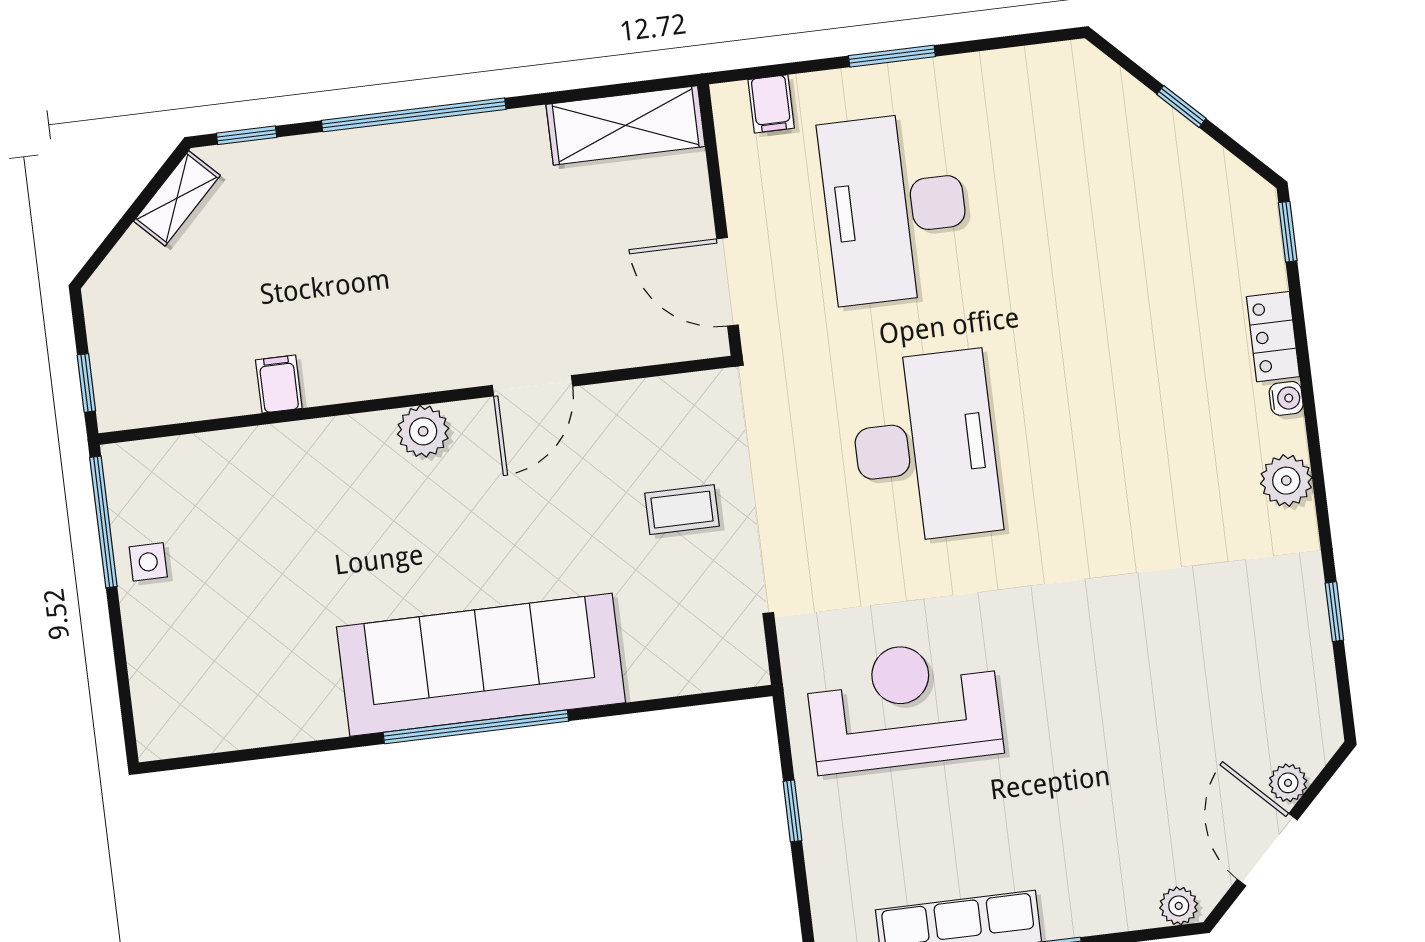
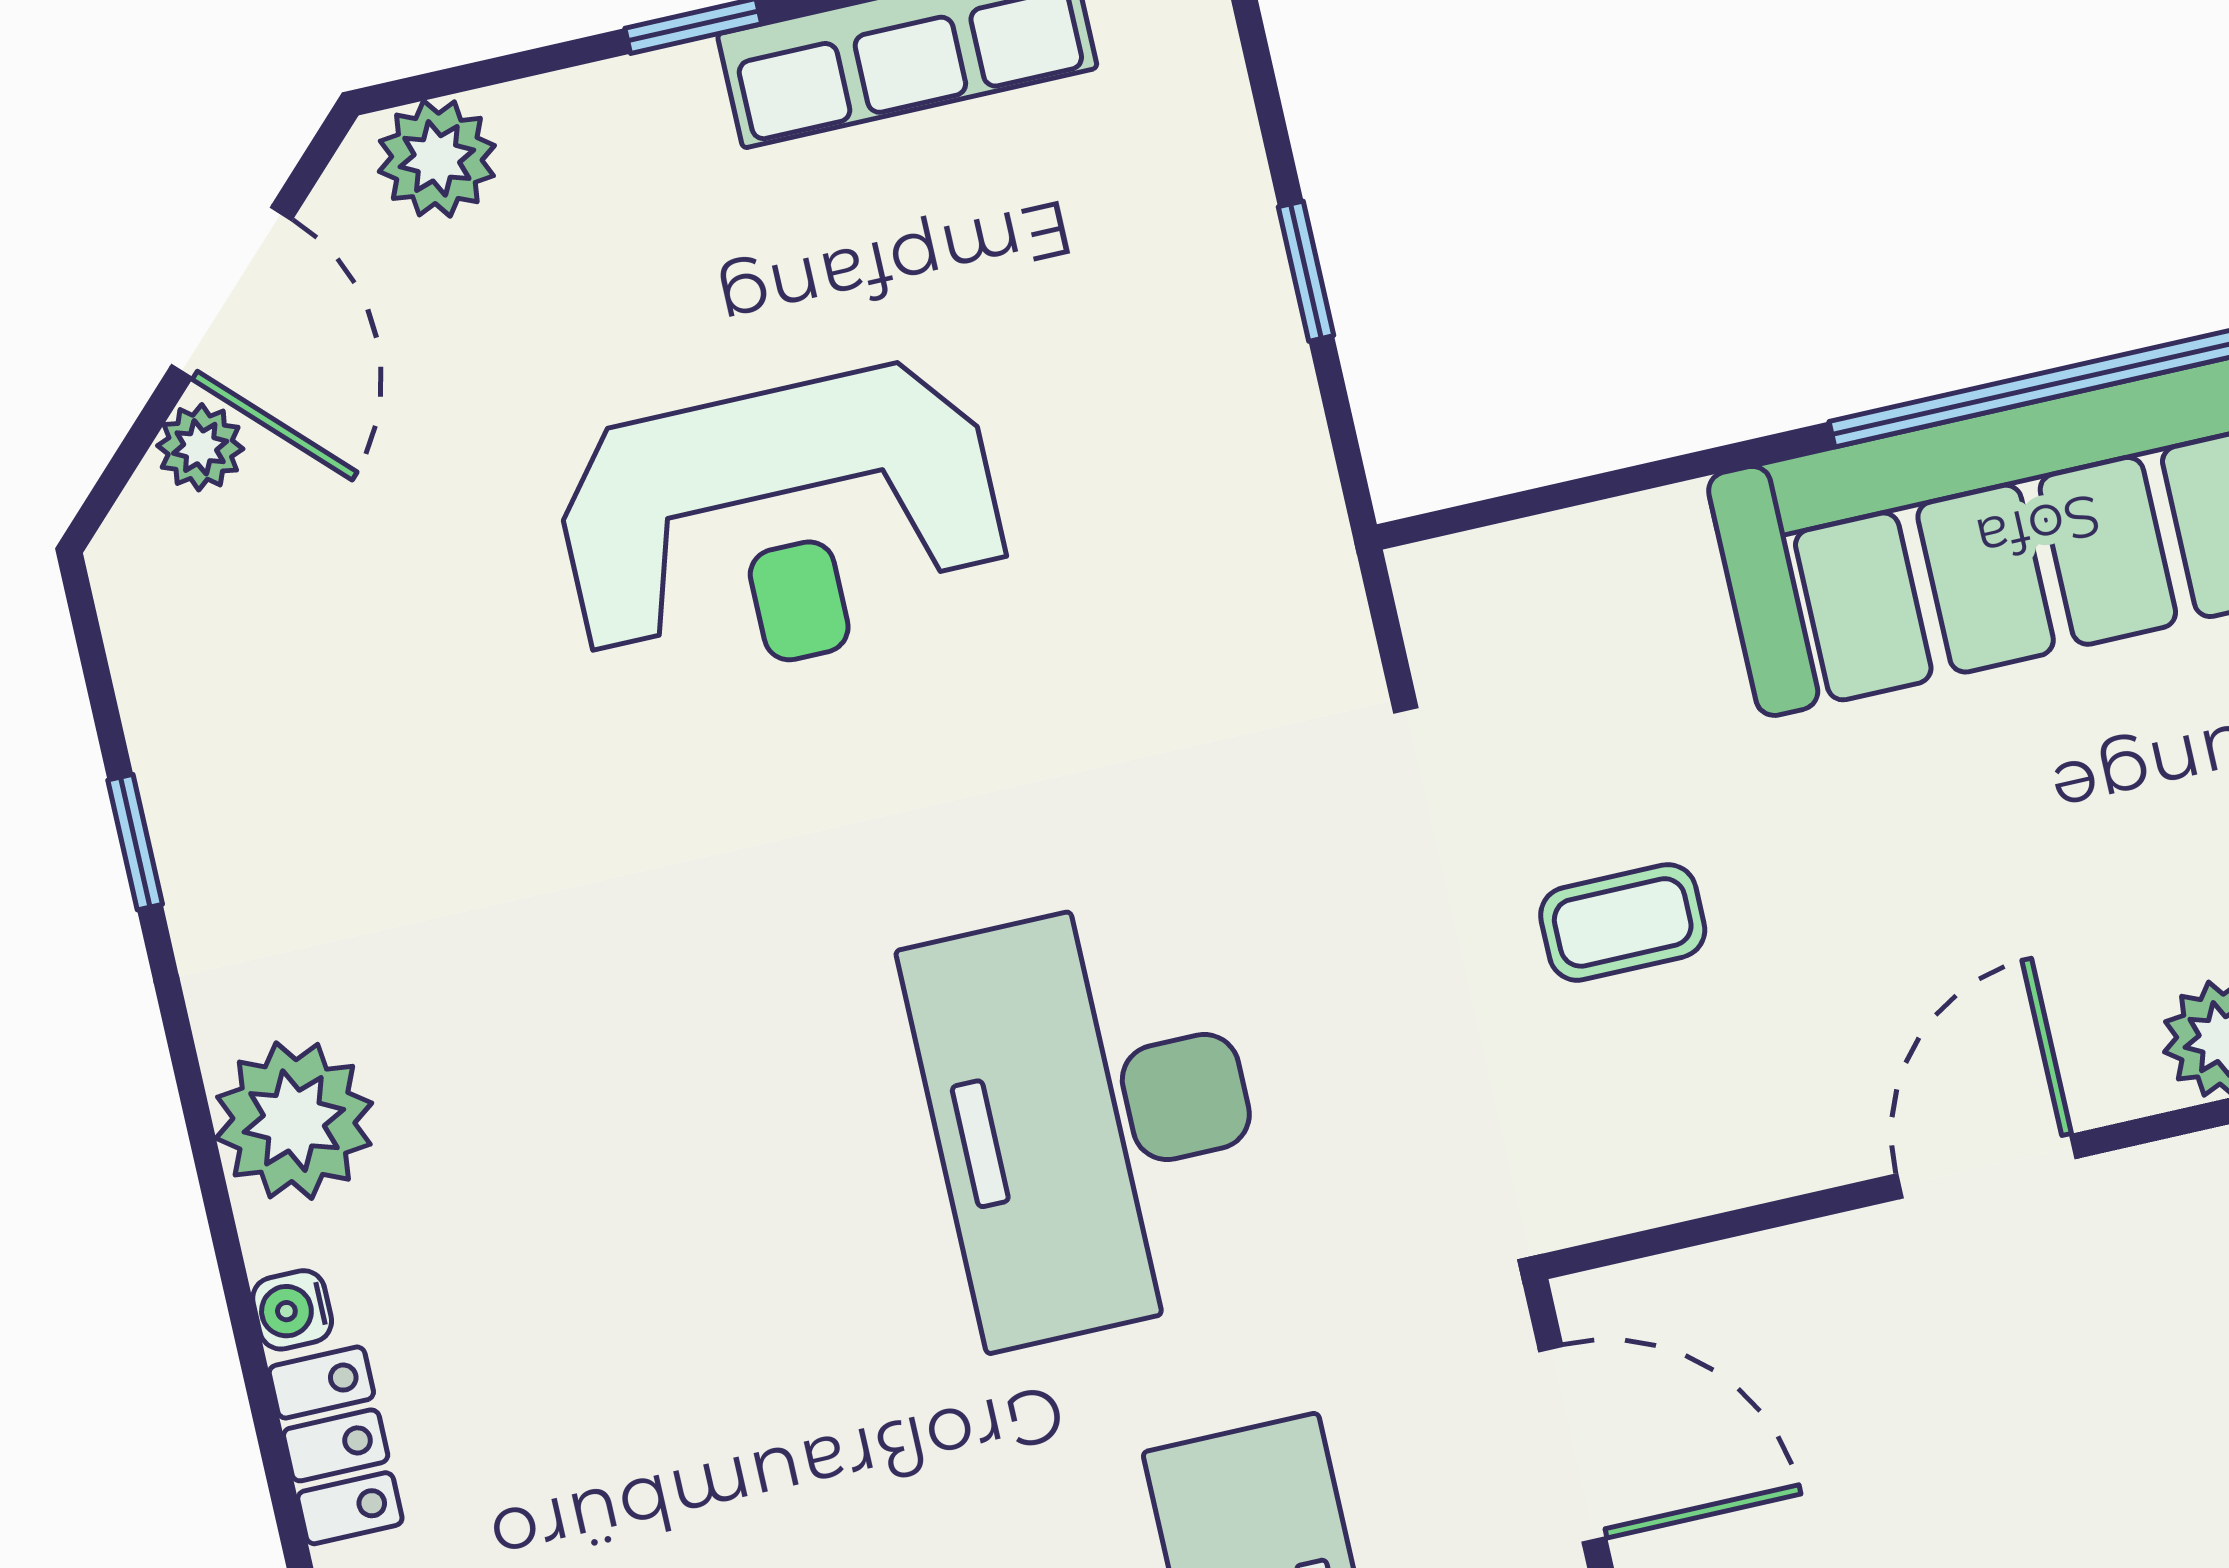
plant: (1286, 481) -> (294, 1121), width x1.36, depth x1.36
reception desk: (904, 706) -> (782, 525), moved
plant: (1179, 906) -> (437, 158), width x1.38, depth x1.38

